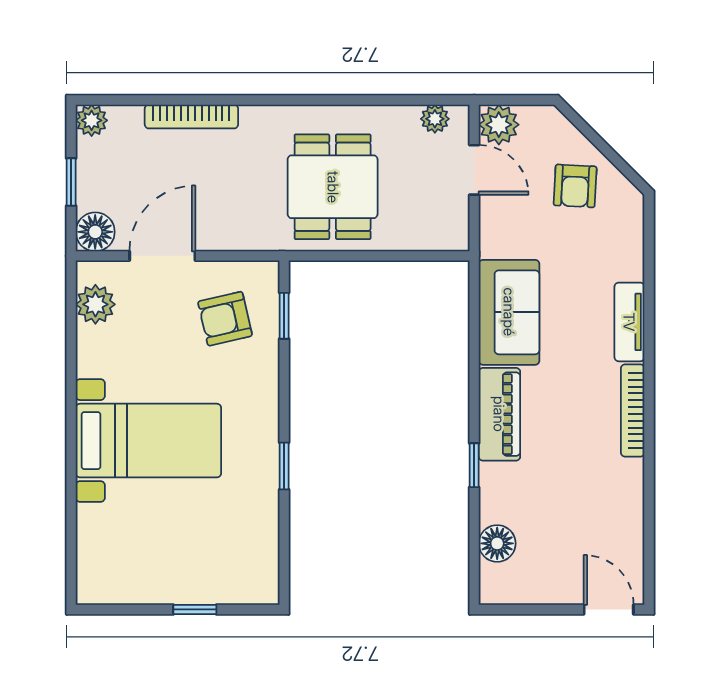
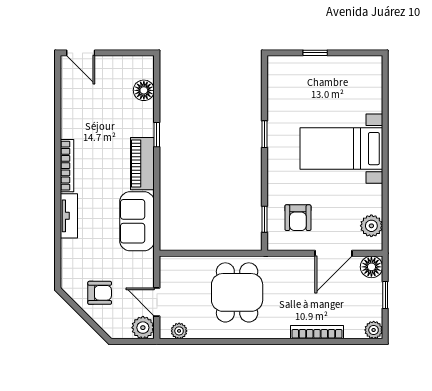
armchair: (575, 186) -> (100, 293), turned 87
armchair: (225, 319) -> (298, 218), turned 103

